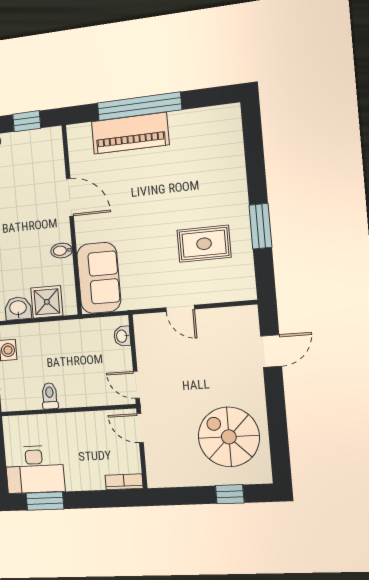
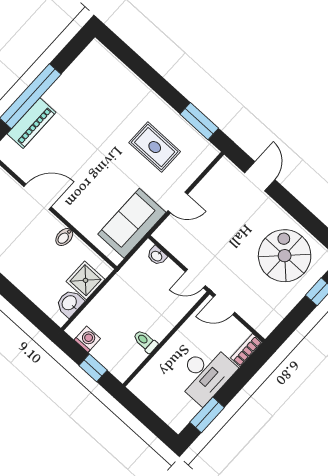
piano: (130, 133) -> (31, 123), width x0.73, depth x0.75
window: (260, 226) -> (199, 121), moved
rug: (204, 244) -> (155, 147), turned 90
sofa: (99, 278) -> (132, 223), moved, turned -90
spiral stairs: (229, 437) -> (285, 256), turned 90
desk: (35, 469) -> (205, 374), moved

